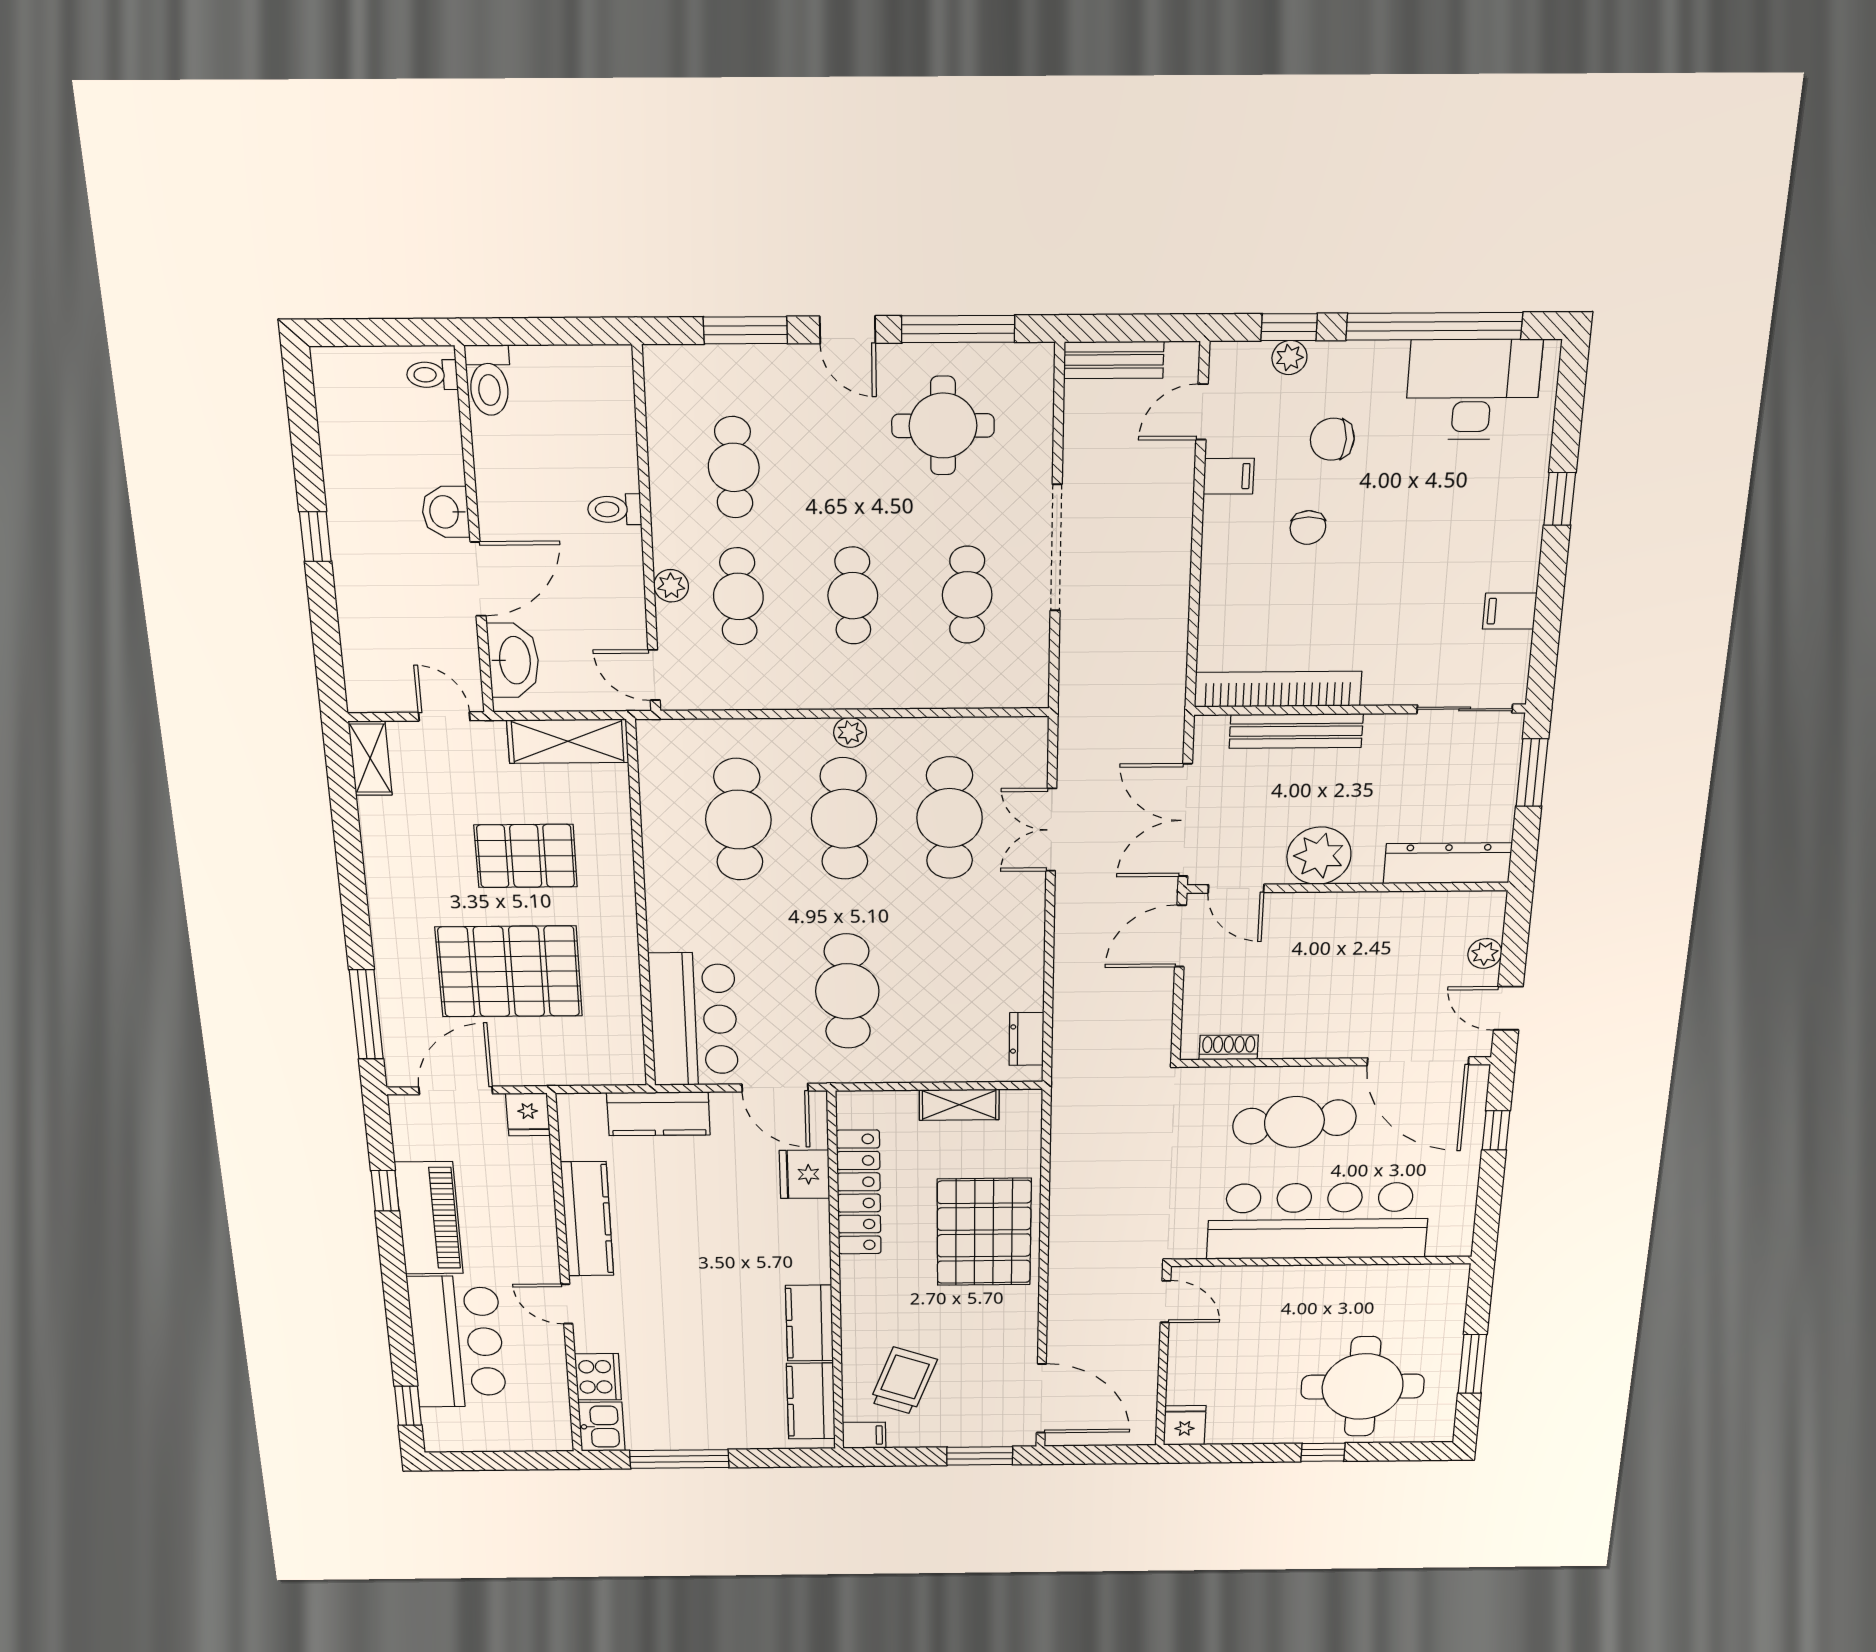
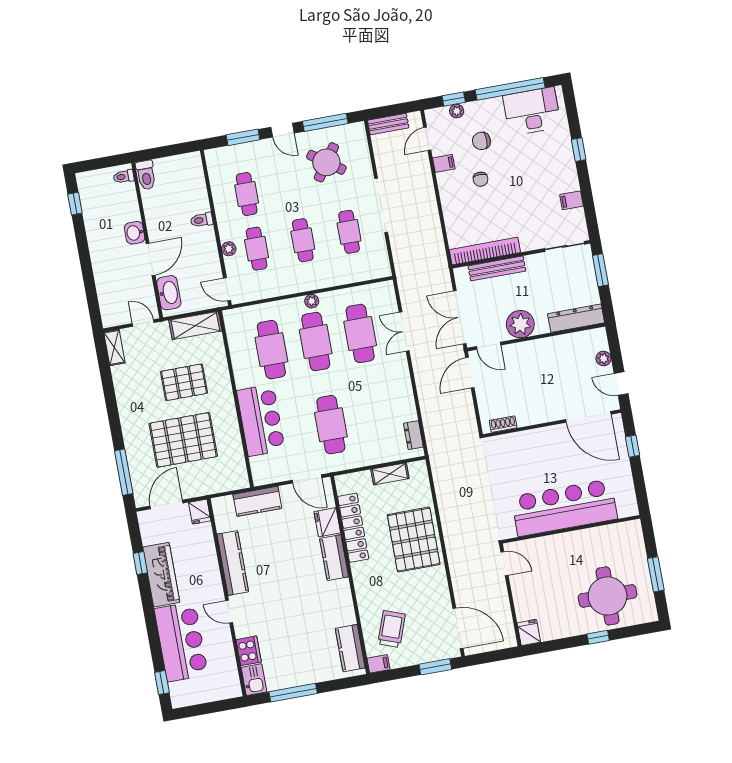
round table: (943, 426) -> (326, 162), turned 35
window: (315, 537) -> (75, 204), moved
bar counter: (694, 1019) -> (261, 420), moved
cafe table: (1294, 1122) -> (541, 457), removed
kitchen counter: (810, 1323) -> (334, 558), moved

